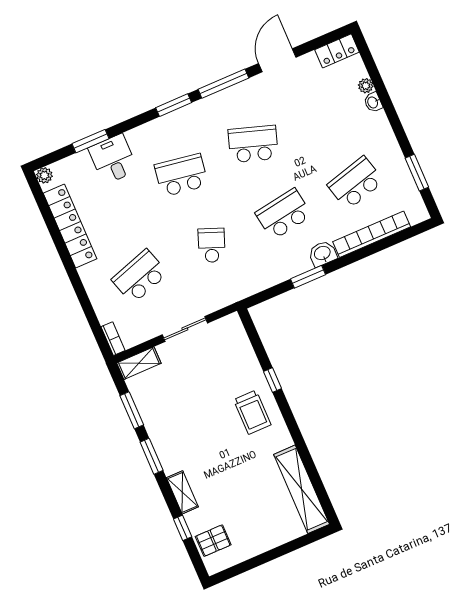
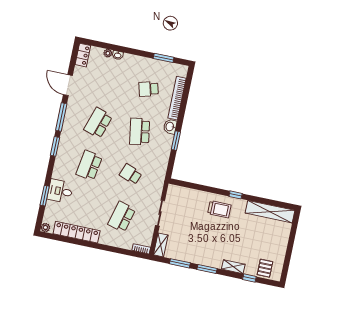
school desk: (356, 183) -> (149, 89), width x0.54
school desk: (140, 276) -> (122, 217), turned 33
window: (272, 380) -> (236, 195), moved

